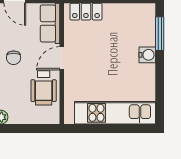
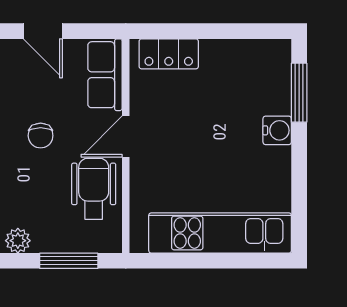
wheelchair: (44, 88) -> (94, 189), turned 180
window: (30, 129) -> (69, 261), added

